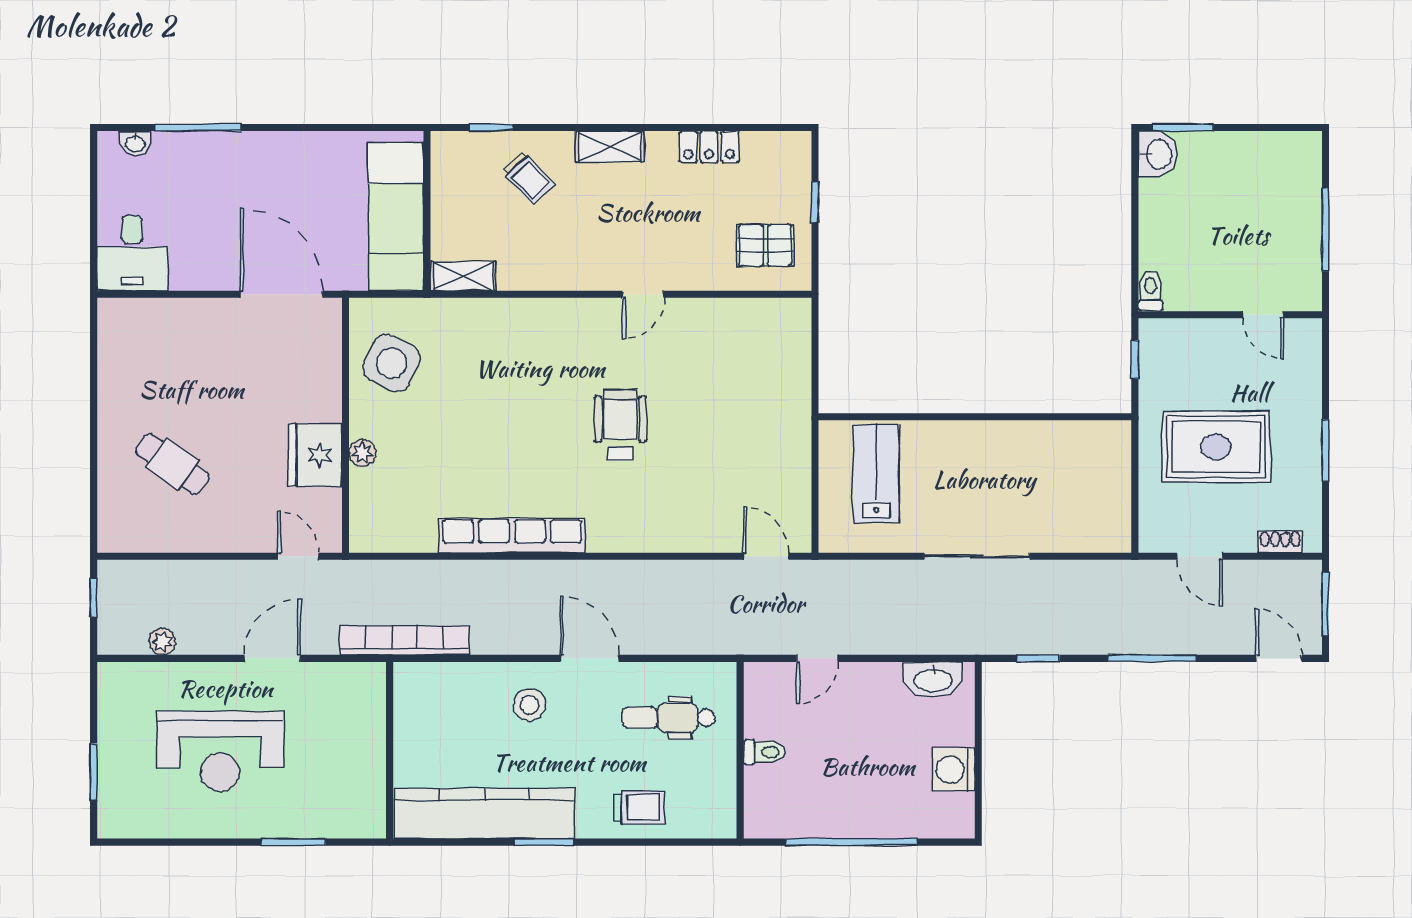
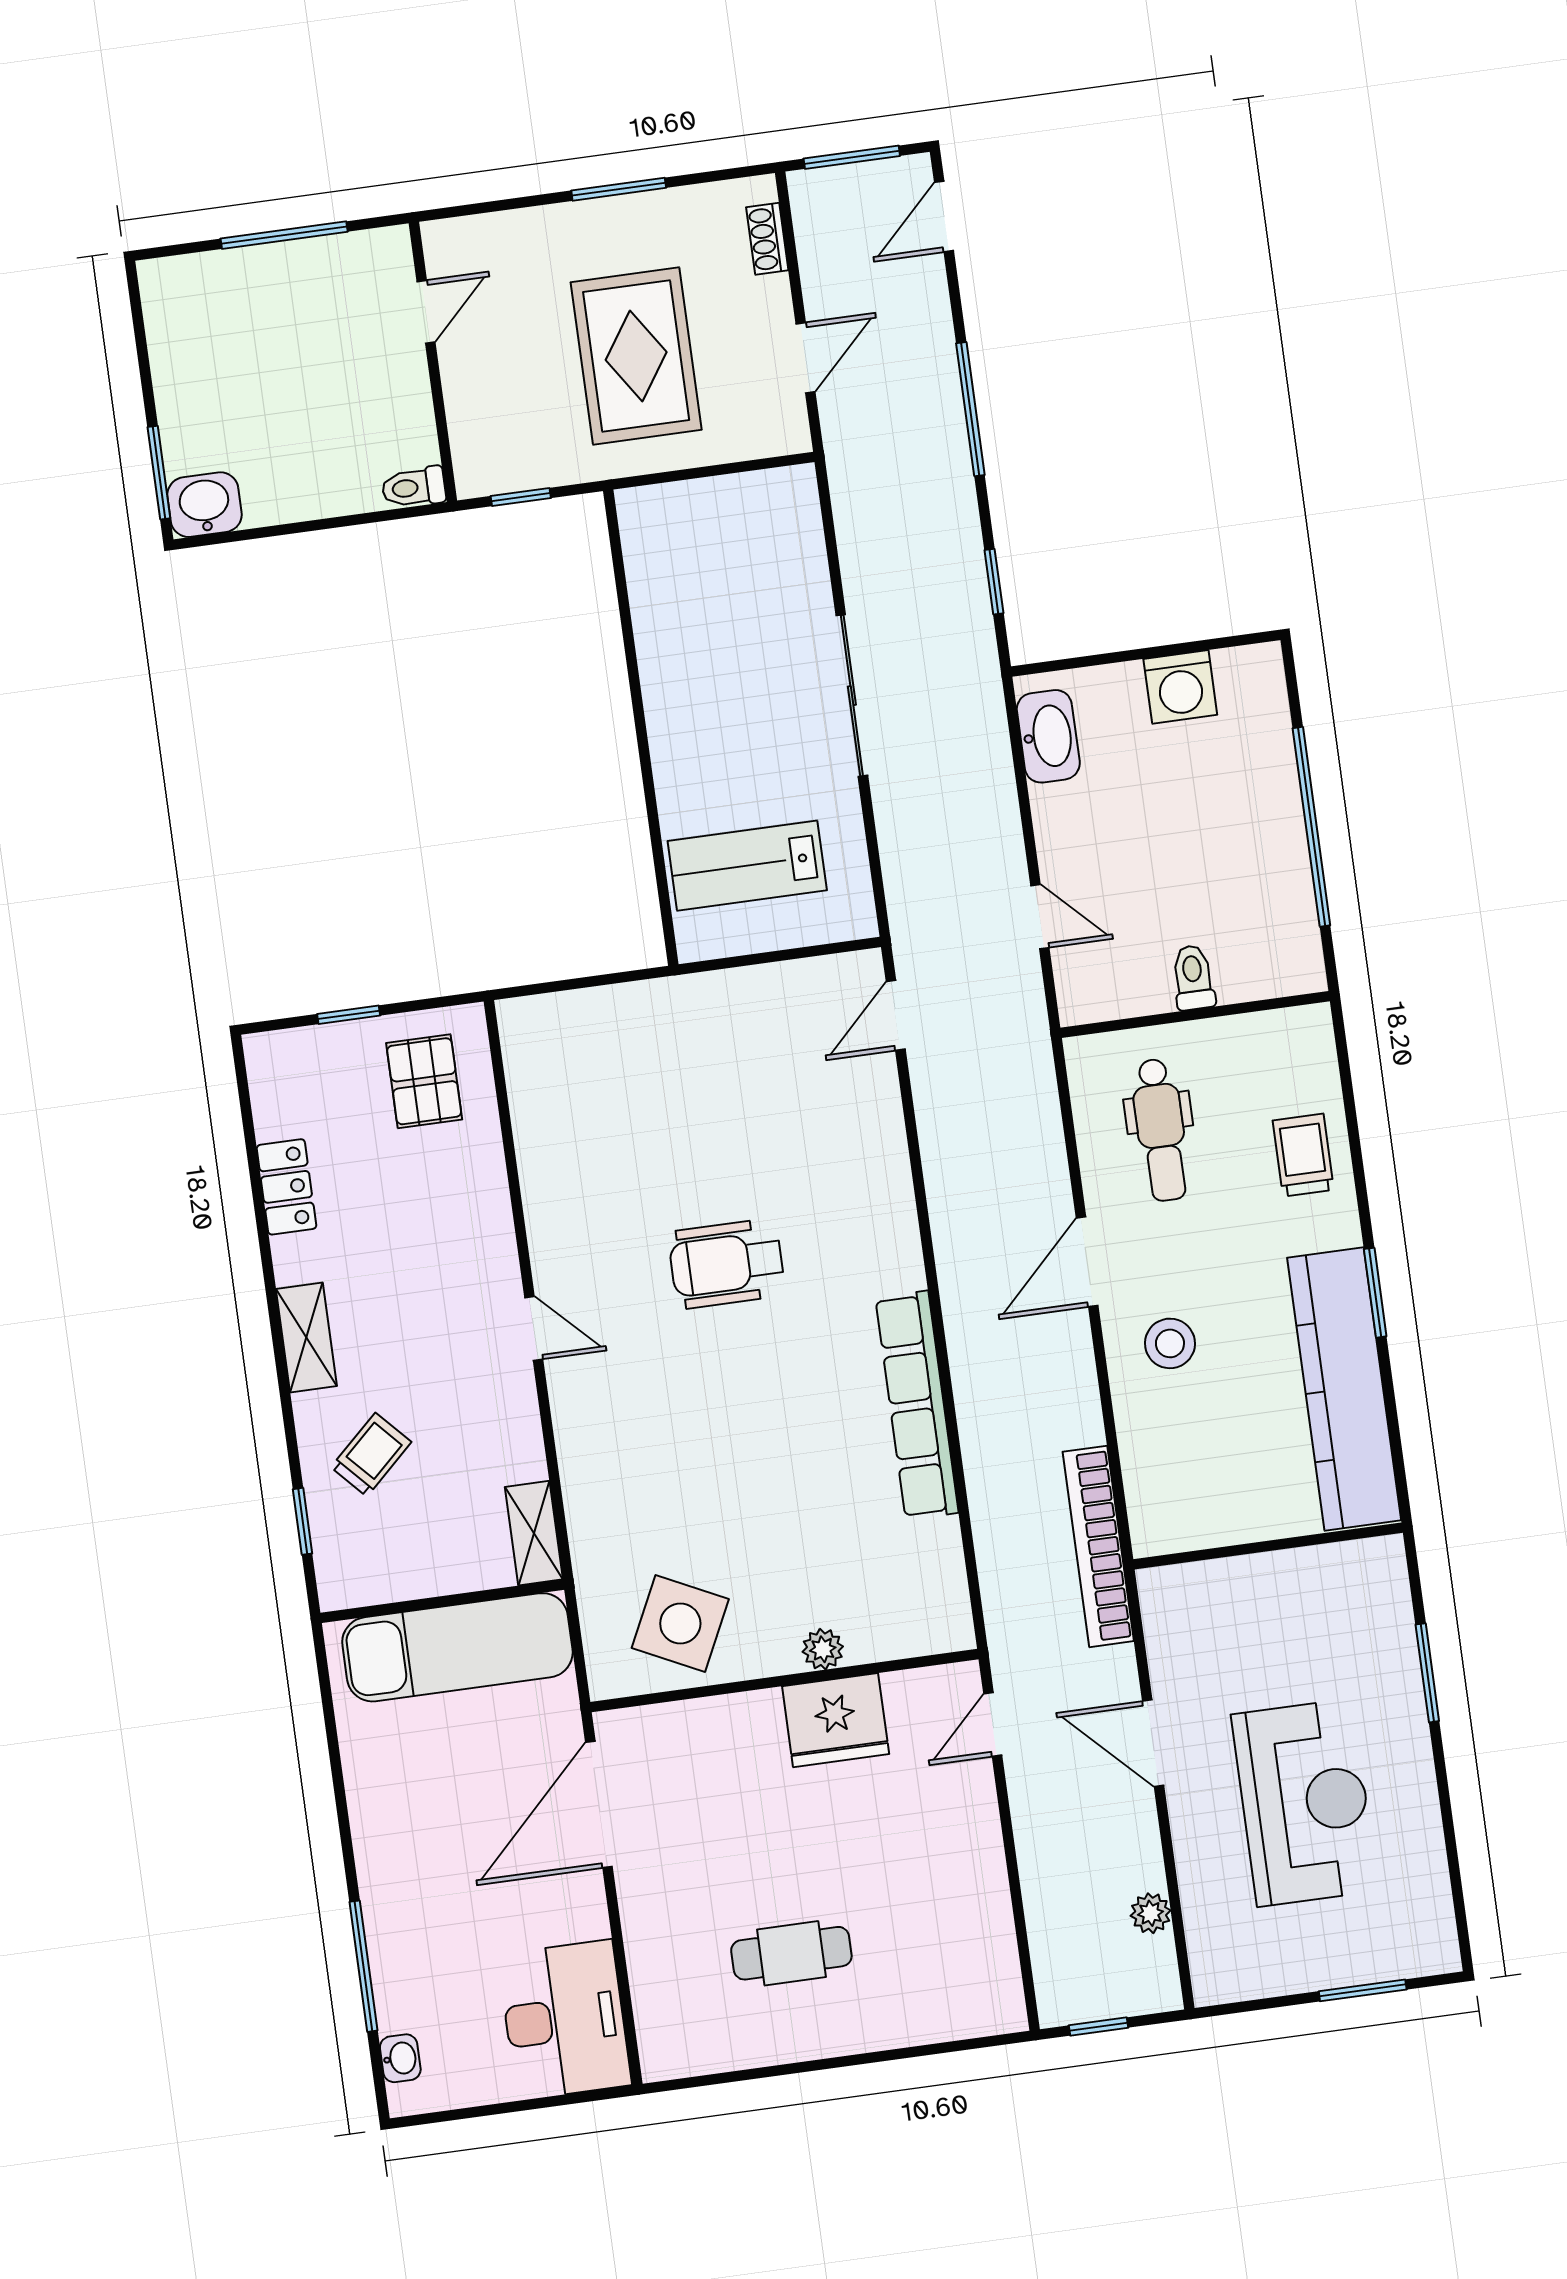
desk: (132, 253) -> (565, 2020), width x1.37
door: (643, 294) -> (534, 1328), moved
cafe table: (172, 464) -> (791, 1953), moved, turned 55

